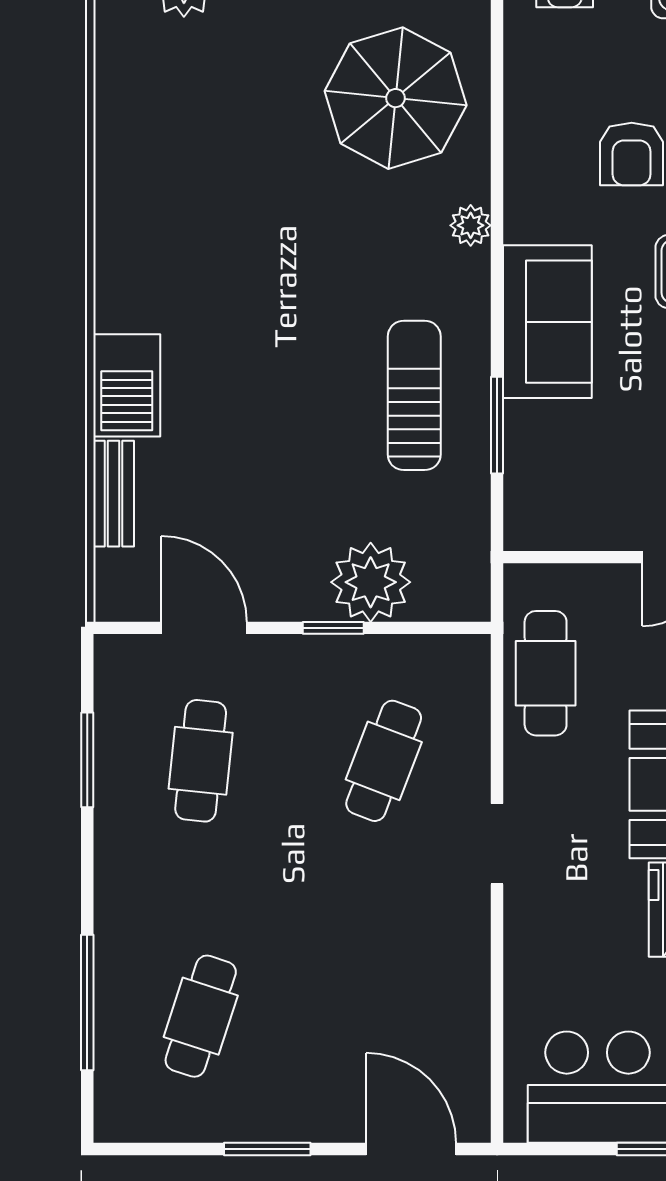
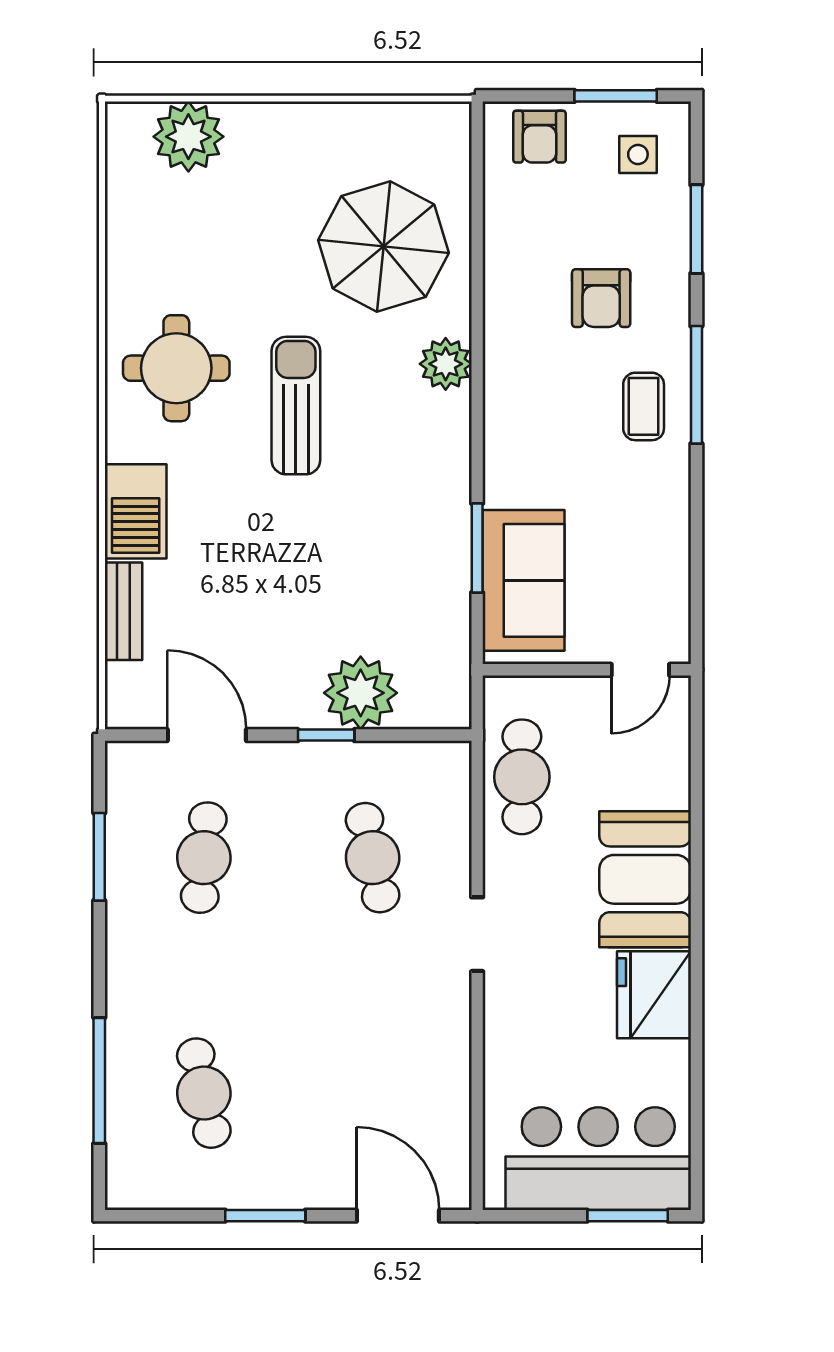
plant: (471, 225) -> (446, 364), width x1.38, depth x1.38
round table: (171, 230) -> (176, 368), added
sofa: (547, 322) -> (524, 580), moved
sun lounger: (414, 395) -> (296, 406), moved
cafe table: (384, 761) -> (373, 858), turned -33
cafe table: (201, 1016) -> (204, 1093), turned -30

